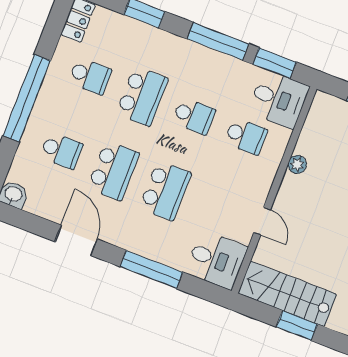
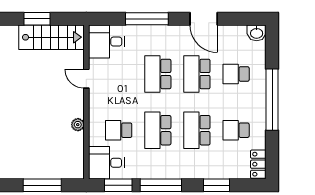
school desk: (194, 116) -> (158, 130), width x1.85

